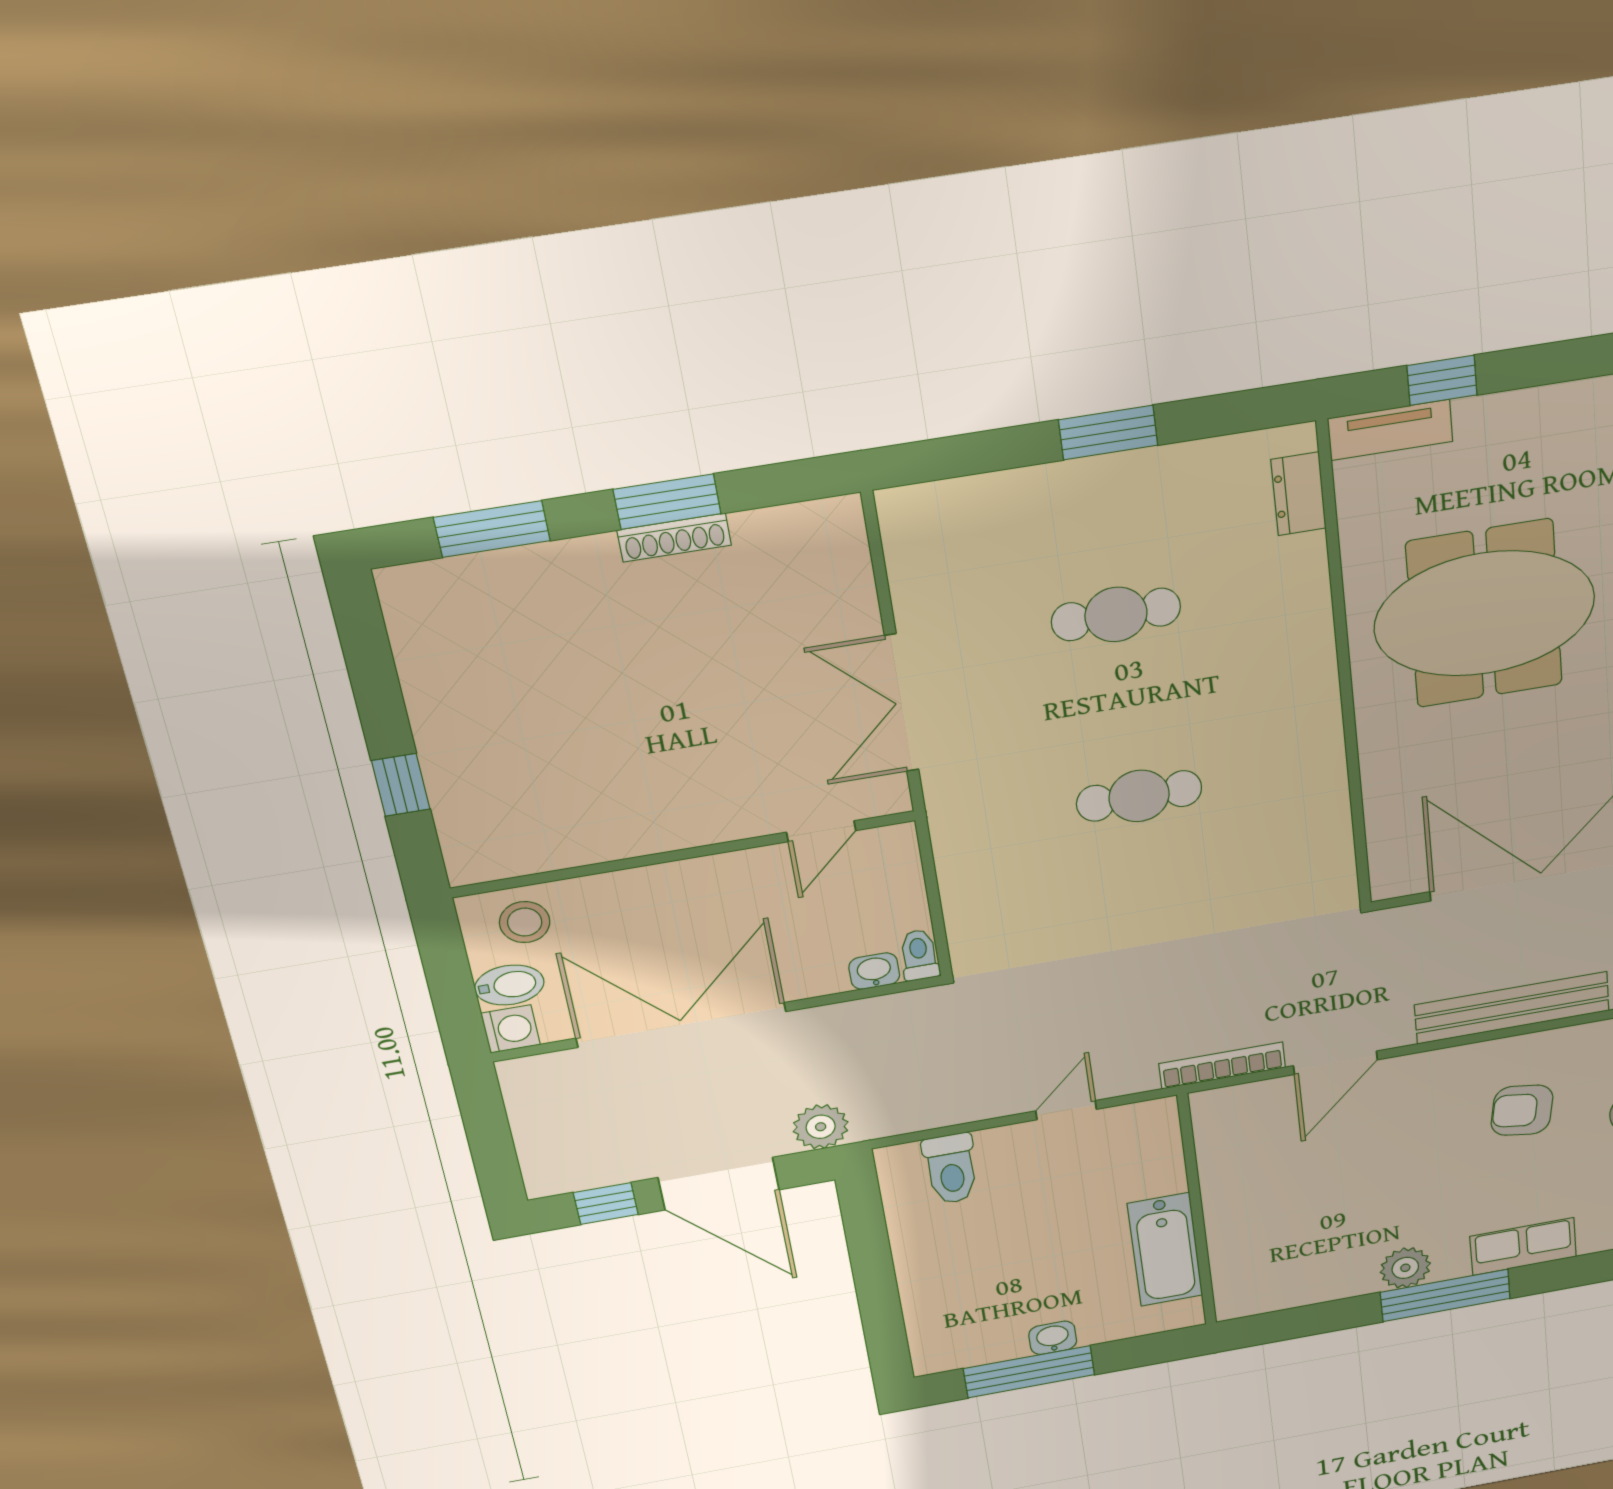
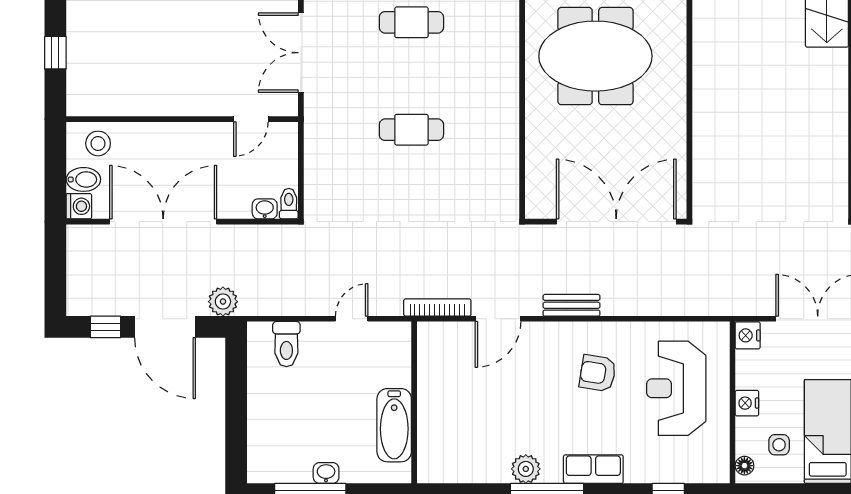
bench: (1512, 1008) -> (572, 305), width x0.54, depth x0.82

